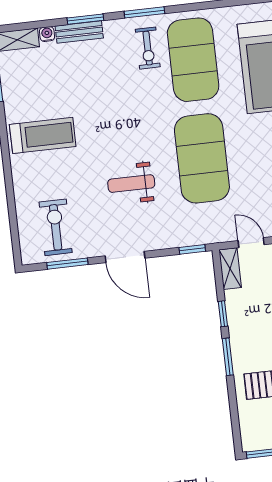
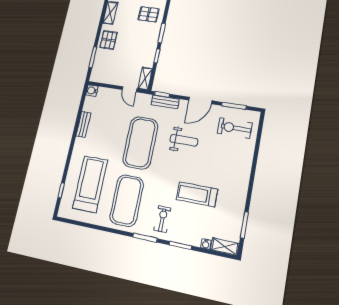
bench: (79, 32) -> (165, 102), moved
exercise bike: (148, 48) -> (162, 219), moved
treadmill: (43, 135) -> (197, 194), moved
exercise bike: (56, 227) -> (235, 128), turned 90
door: (125, 257) -> (200, 100), swing flipped

